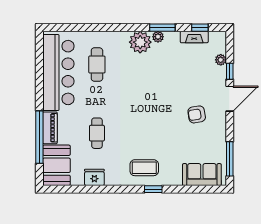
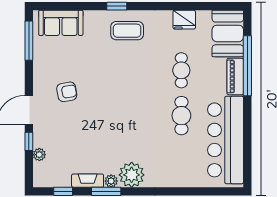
fireplace: (194, 37) -> (88, 181), moved
cafe table: (97, 65) -> (181, 116), moved

